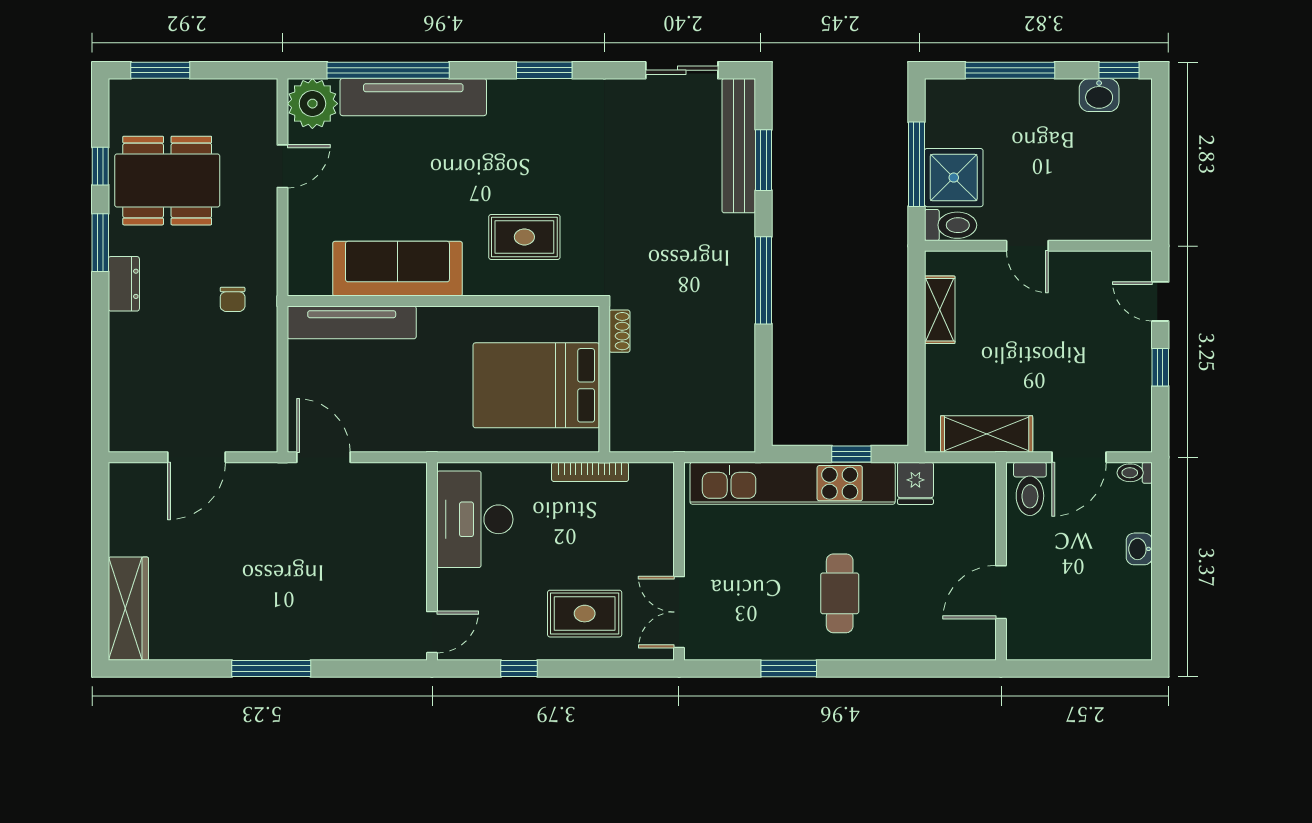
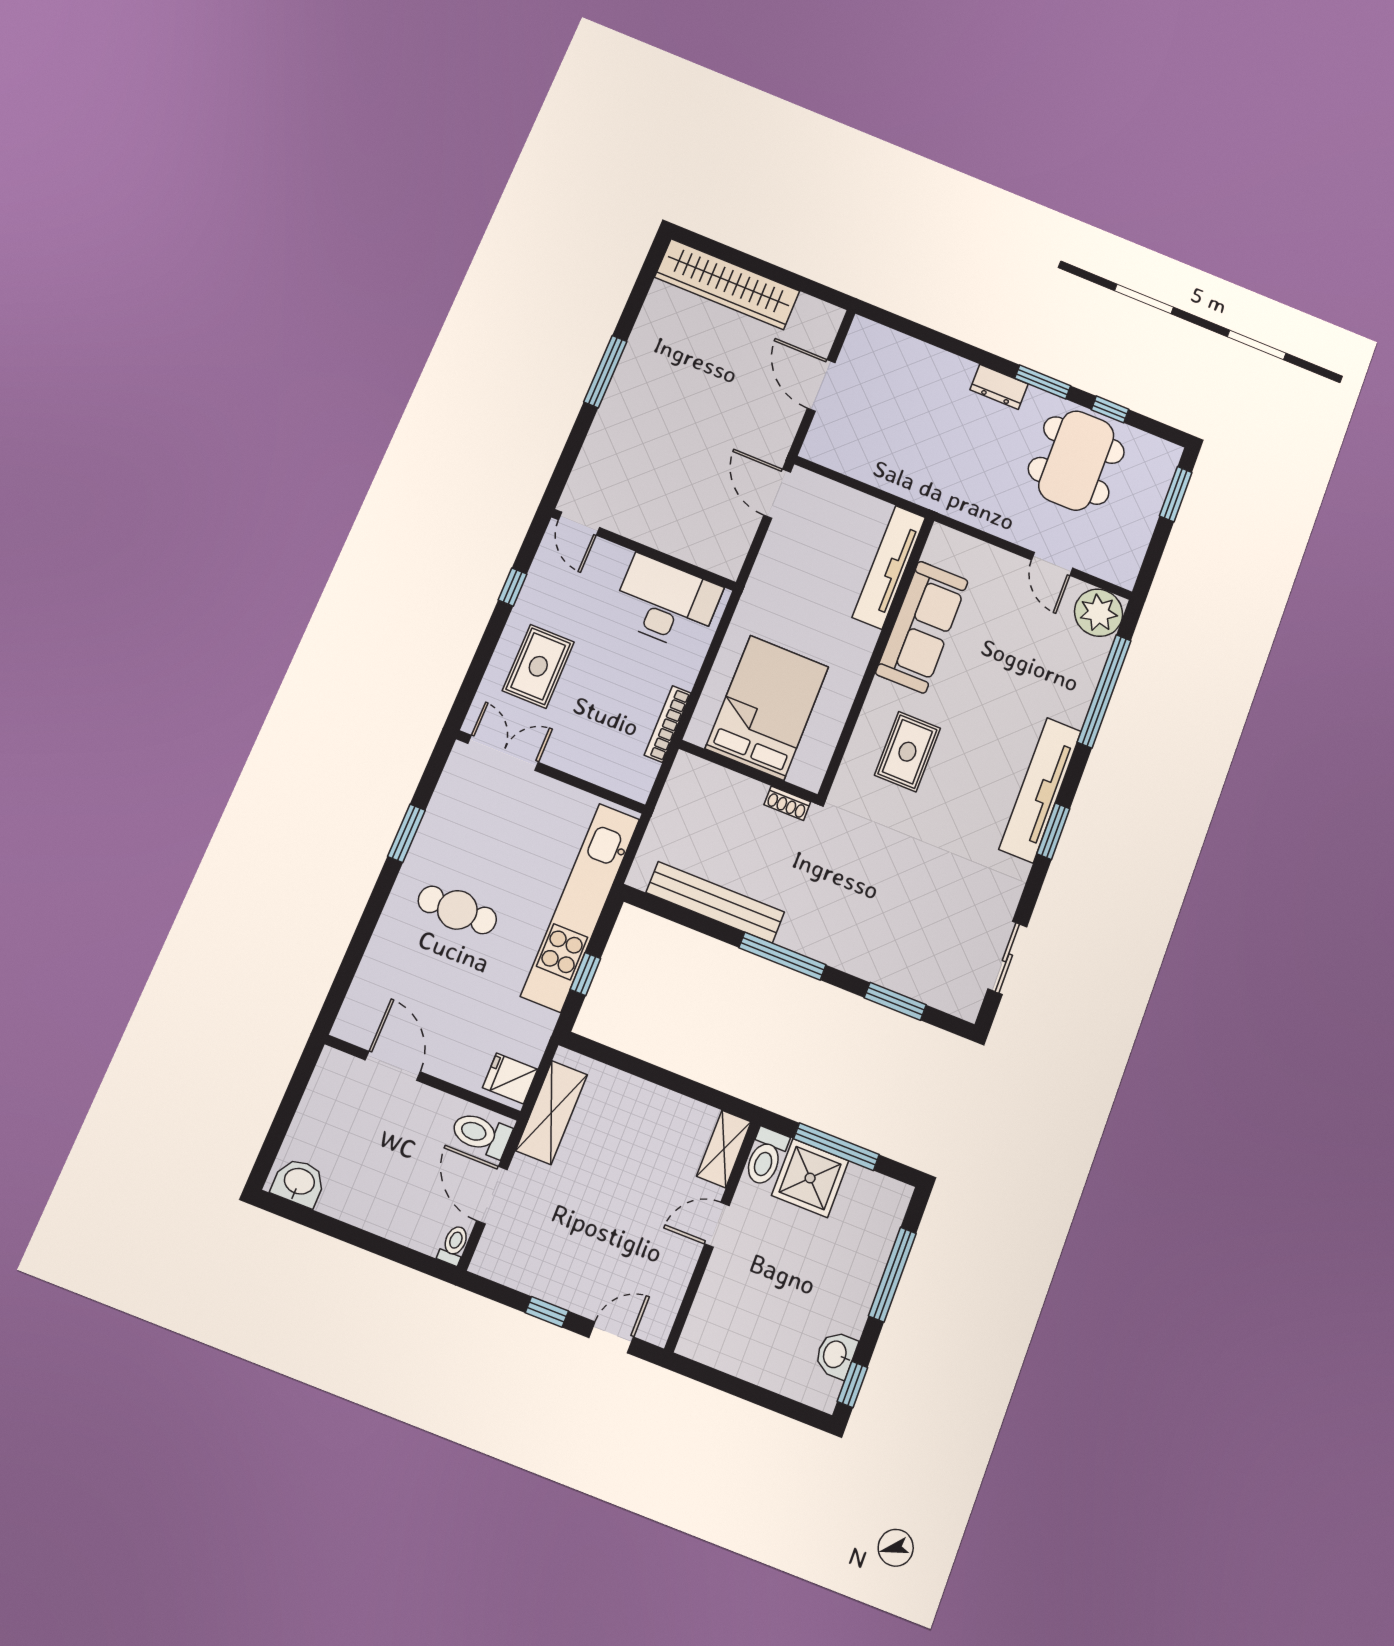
tv unit: (413, 97) -> (1040, 790), moved
bench: (739, 146) -> (715, 902), moved
chair: (233, 299) -> (950, 473), removed
shelving: (940, 310) -> (724, 1149), moved, turned 90
door: (323, 457) -> (777, 494), swing flipped
fridge: (915, 483) -> (510, 1078), moved
washbasin: (1139, 549) -> (299, 1182), moved, width x1.38, depth x1.45
wardrobe: (128, 609) -> (727, 284), width x1.40, depth x1.17

